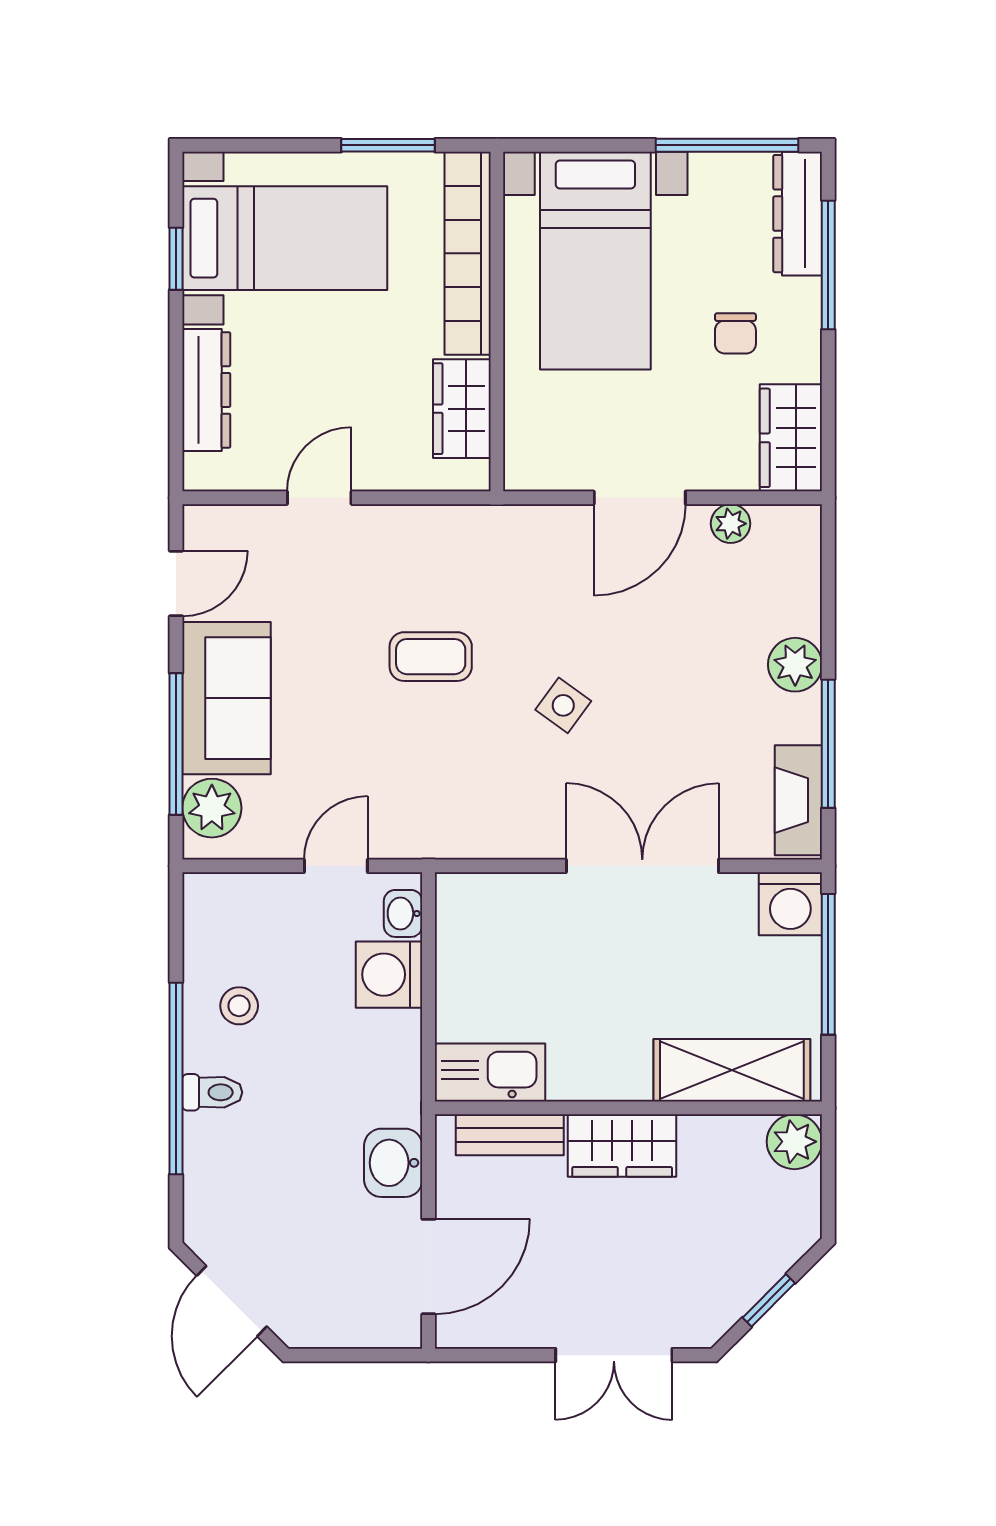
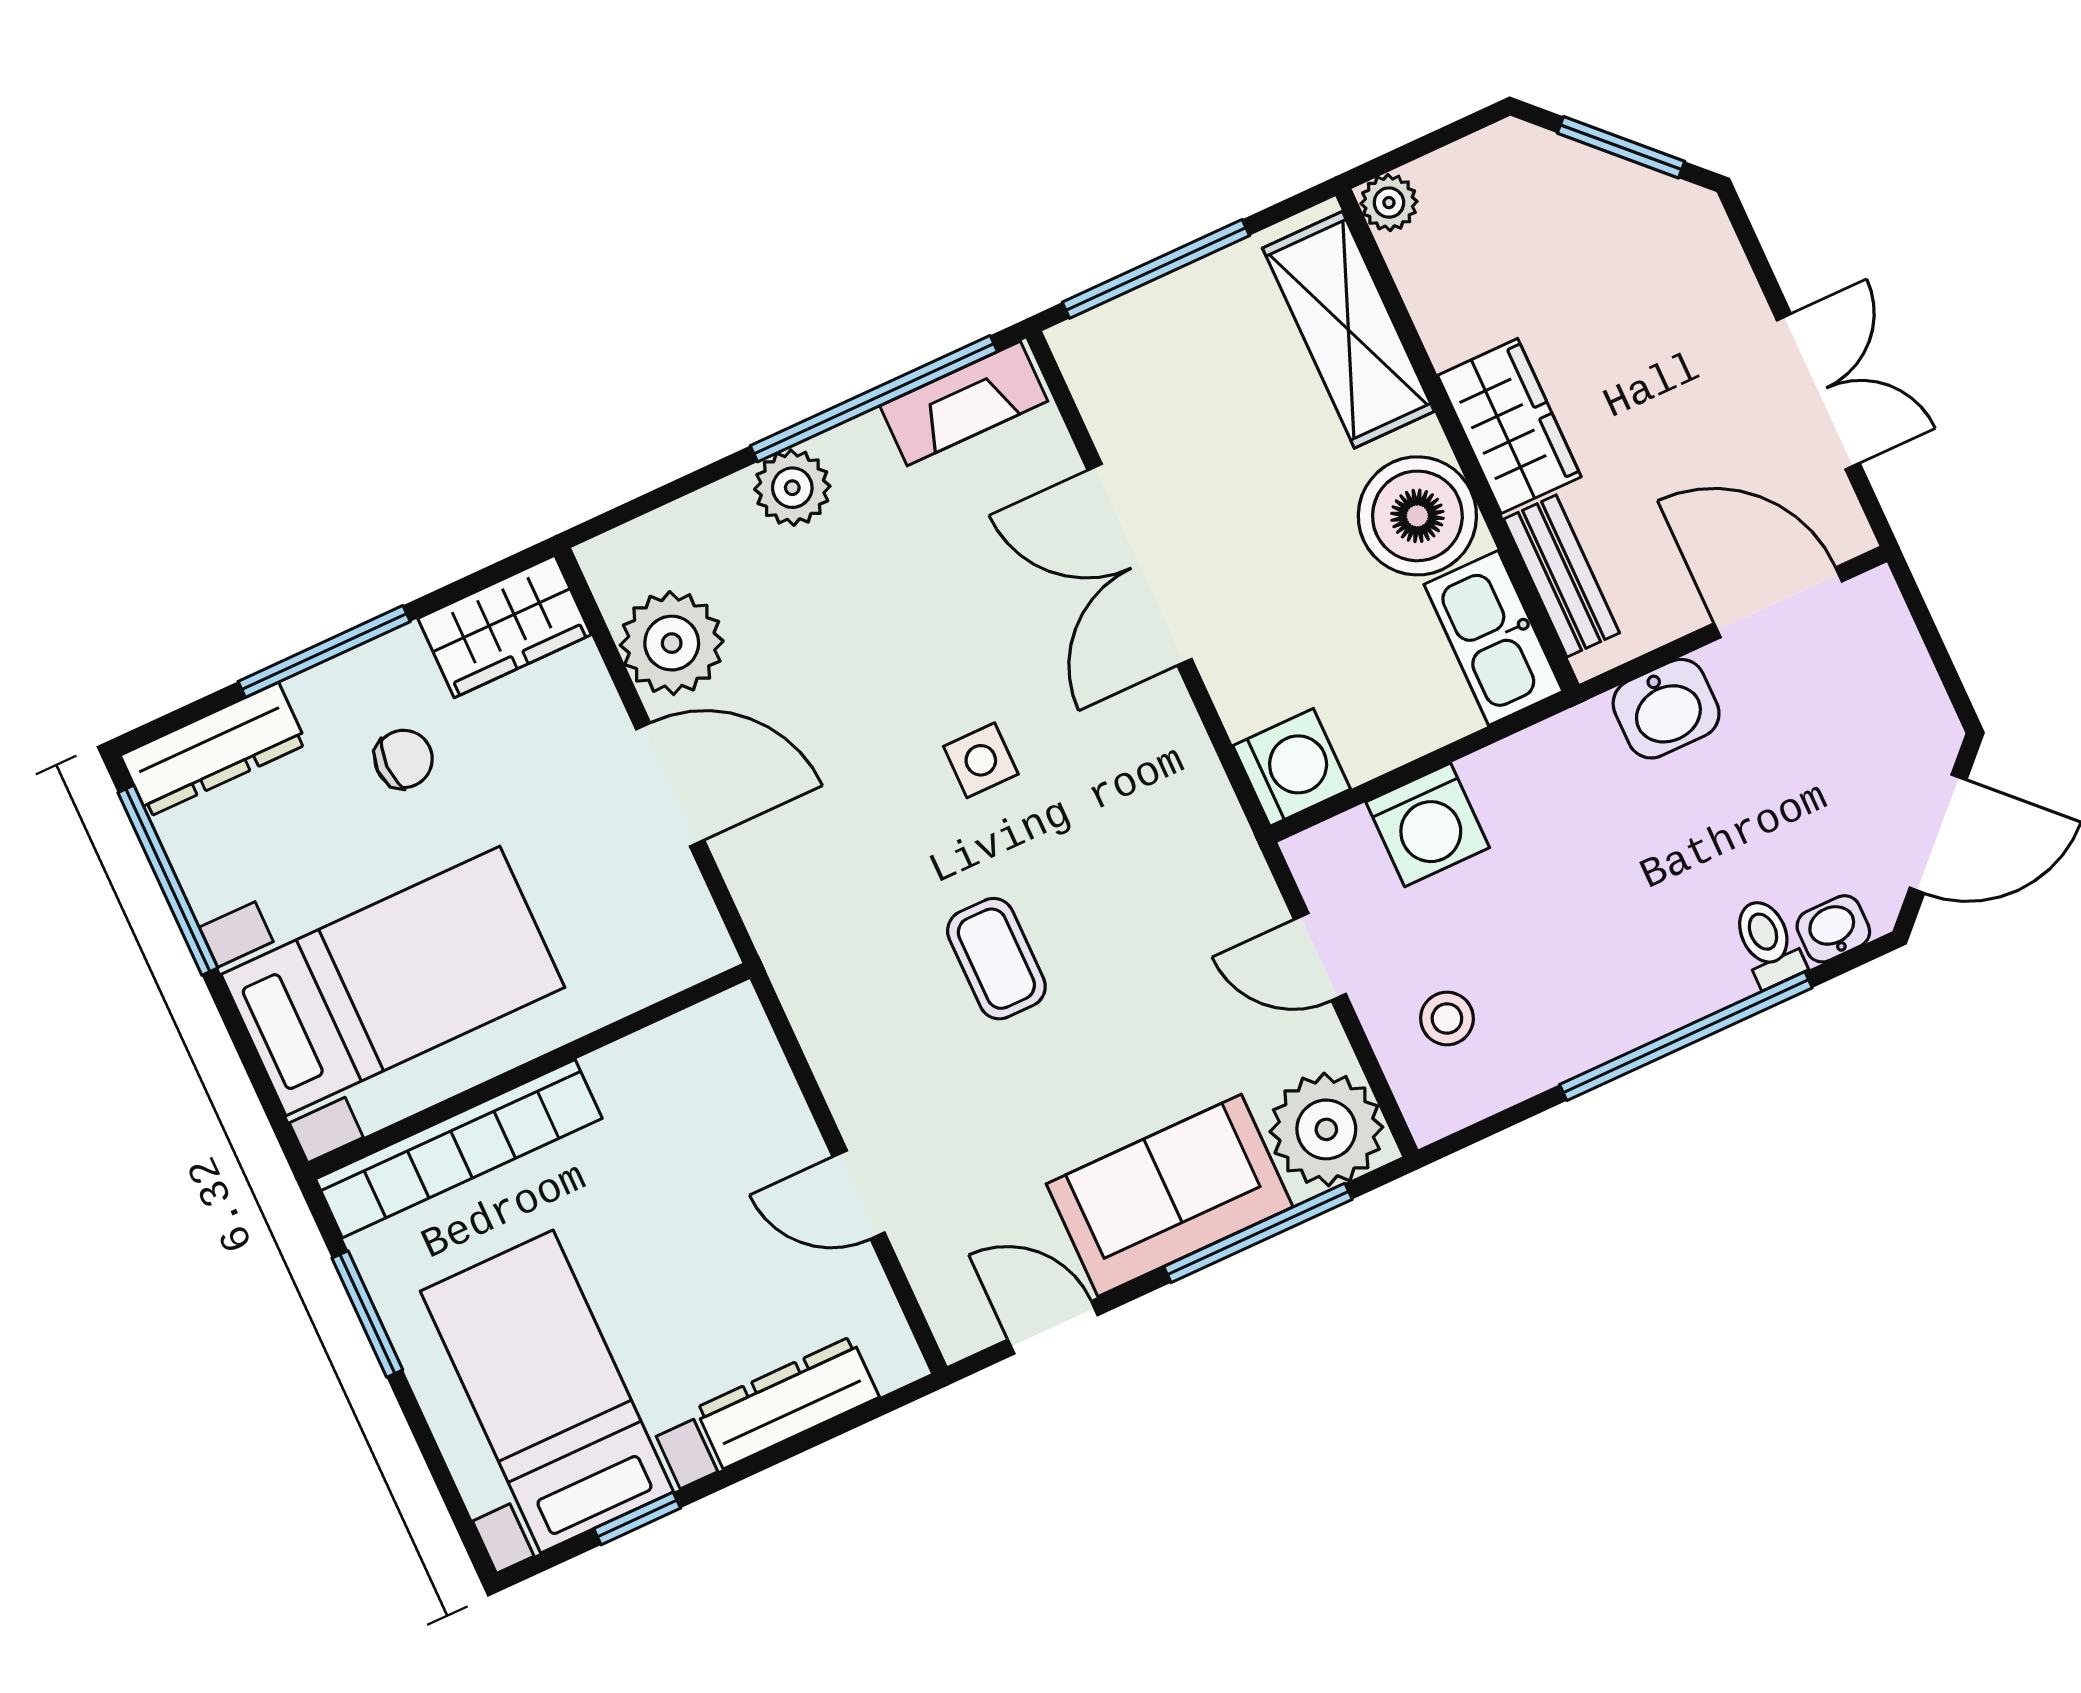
window: (828, 265) -> (324, 651), moved
wardrobe: (462, 409) -> (661, 1065), removed
plant: (731, 524) -> (672, 643), width x1.88, depth x1.88
side table: (563, 705) -> (981, 760), turned -36
window: (828, 744) -> (874, 399), width x1.46
plant: (212, 808) -> (1326, 1129), width x1.36, depth x1.36
washing machine: (790, 904) -> (1292, 767), moved
washbasin: (403, 913) -> (1833, 929), moved, turned 180
stool: (239, 1006) -> (1447, 1019), moved
boiler: (591, 1060) -> (1417, 516), added
toilet: (212, 1092) -> (1768, 942), moved
plant: (794, 1142) -> (1389, 203), width x0.73, depth x0.73
window: (769, 1300) -> (1621, 147), width x1.50
double door: (614, 1355) -> (1818, 392), moved

